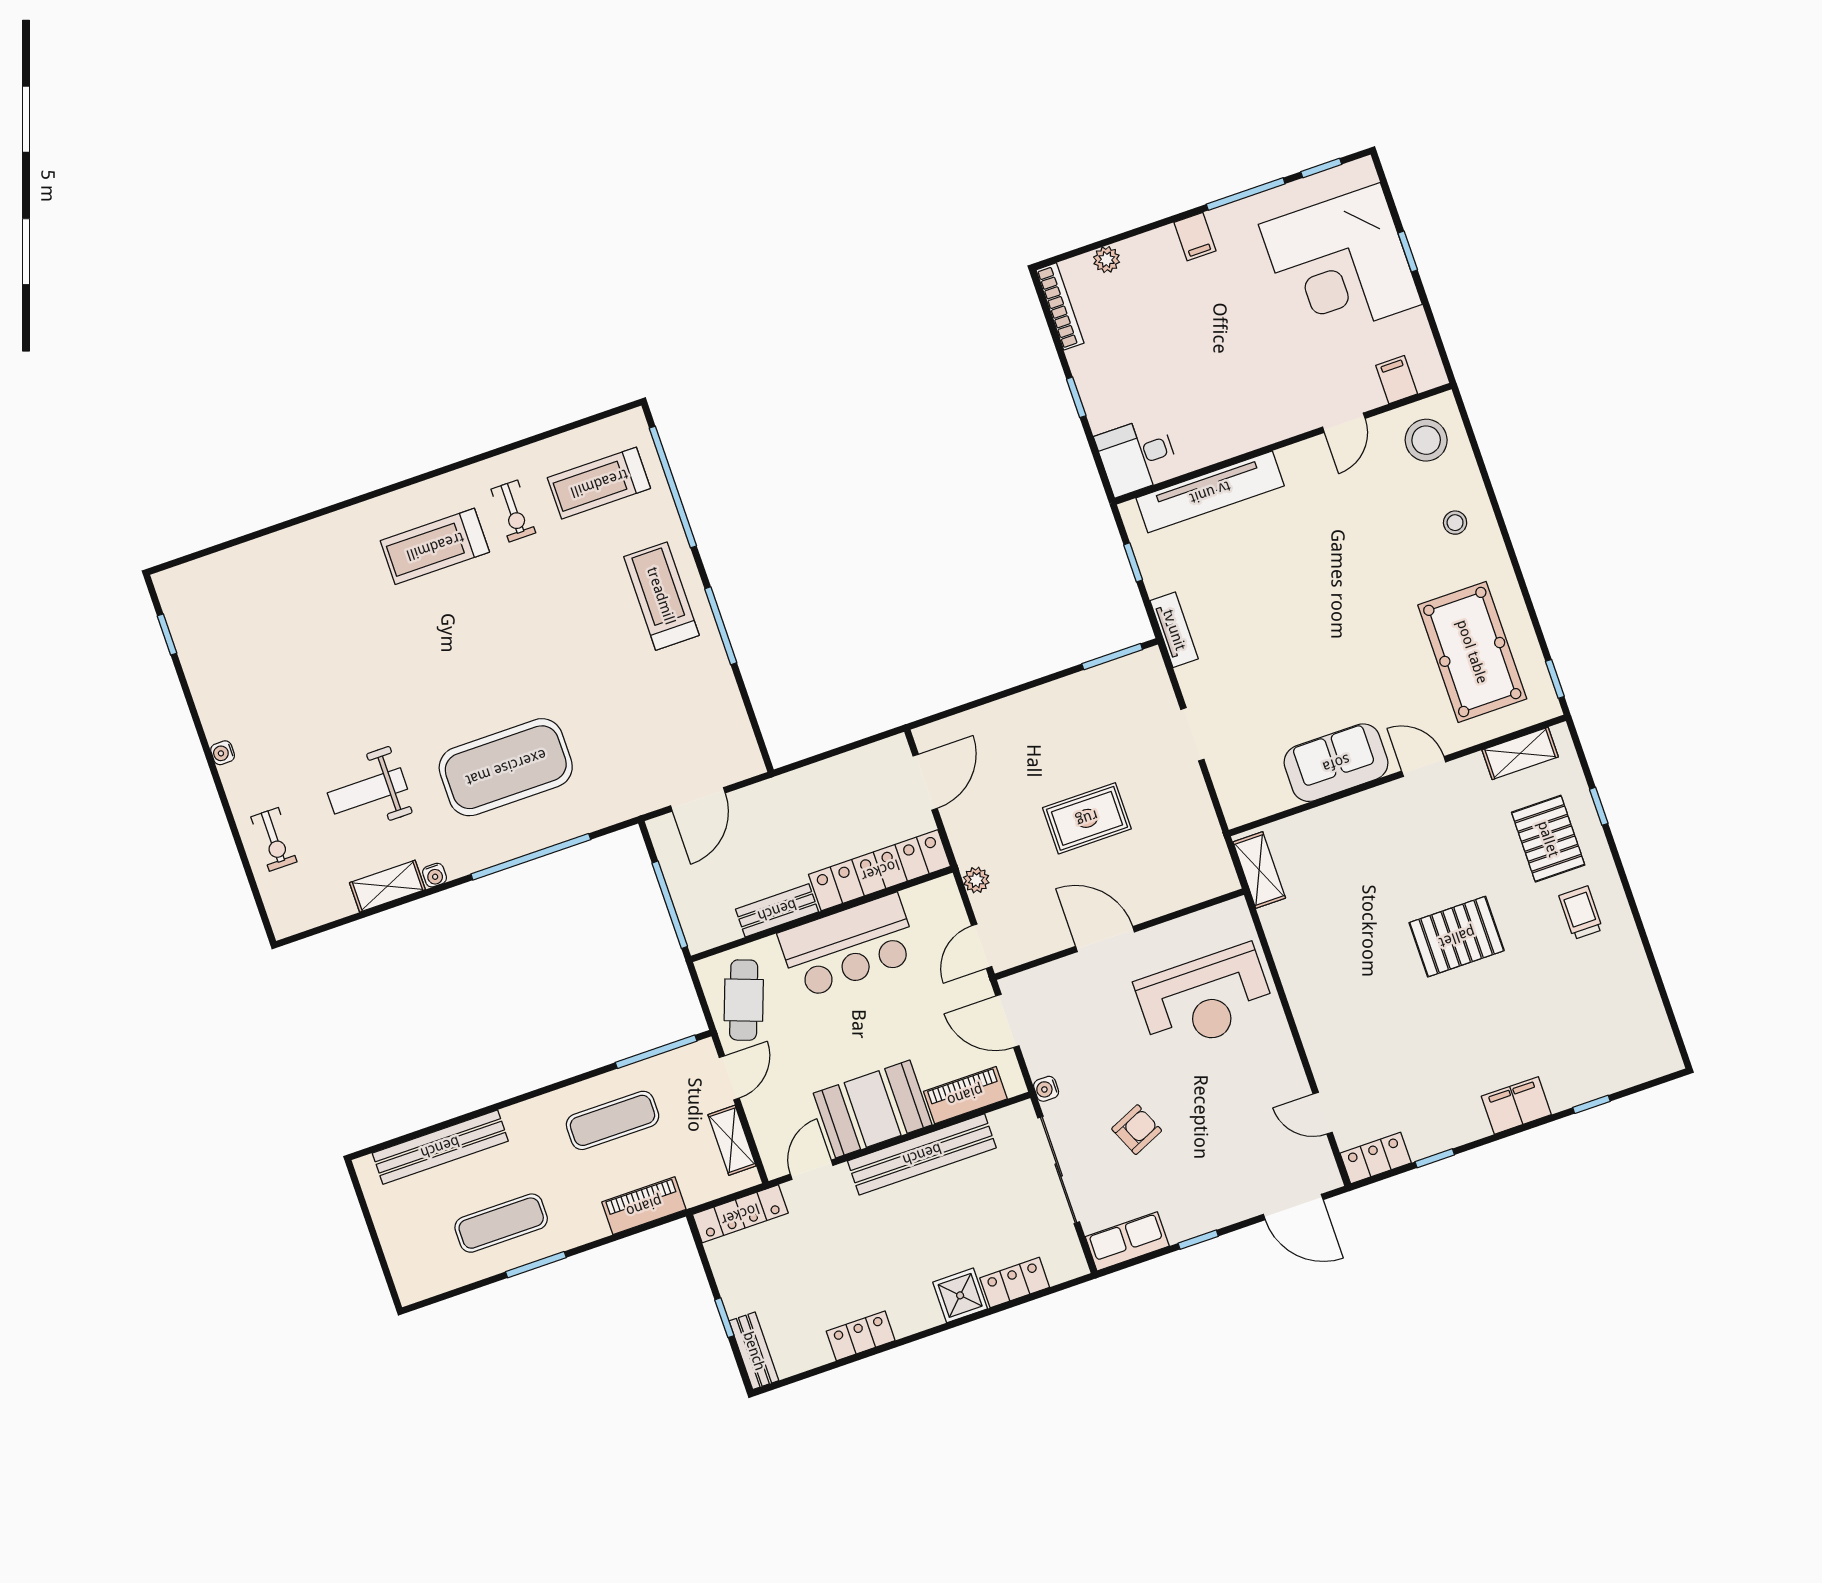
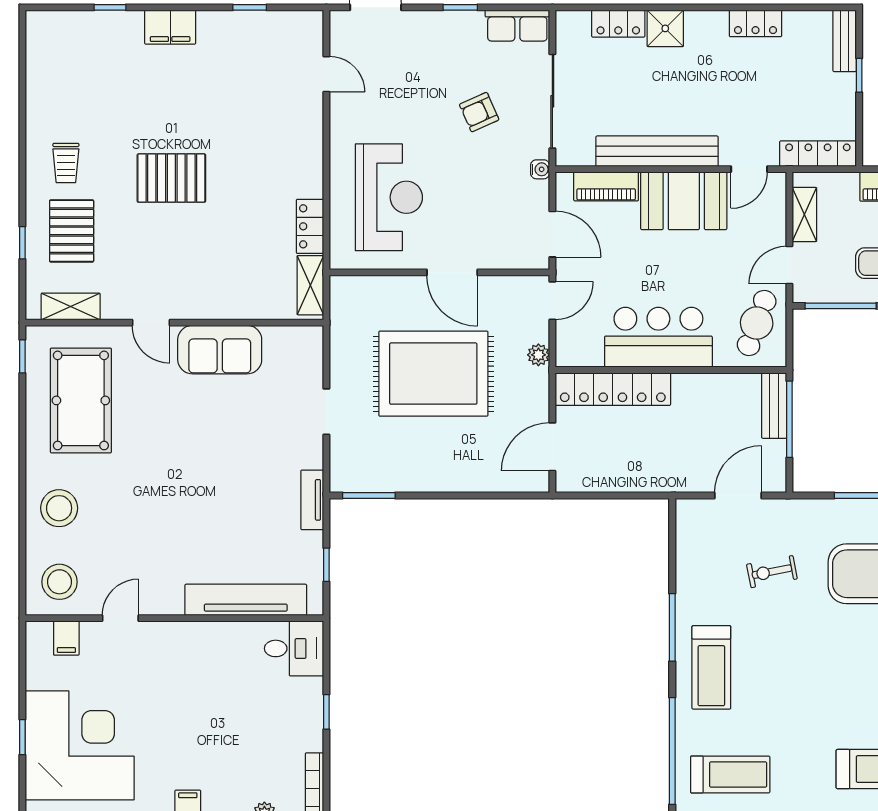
exercise bike: (513, 511) -> (772, 572), moved, turned -101
stool: (1455, 523) -> (59, 508), width x1.89, depth x1.89
rug: (1087, 818) -> (433, 374), width x1.86, depth x2.06
bench: (777, 910) -> (774, 406), moved, turned 90
reception desk: (1205, 999) -> (389, 197), turned 90
locker: (1376, 1158) -> (310, 226), moved, turned 90

